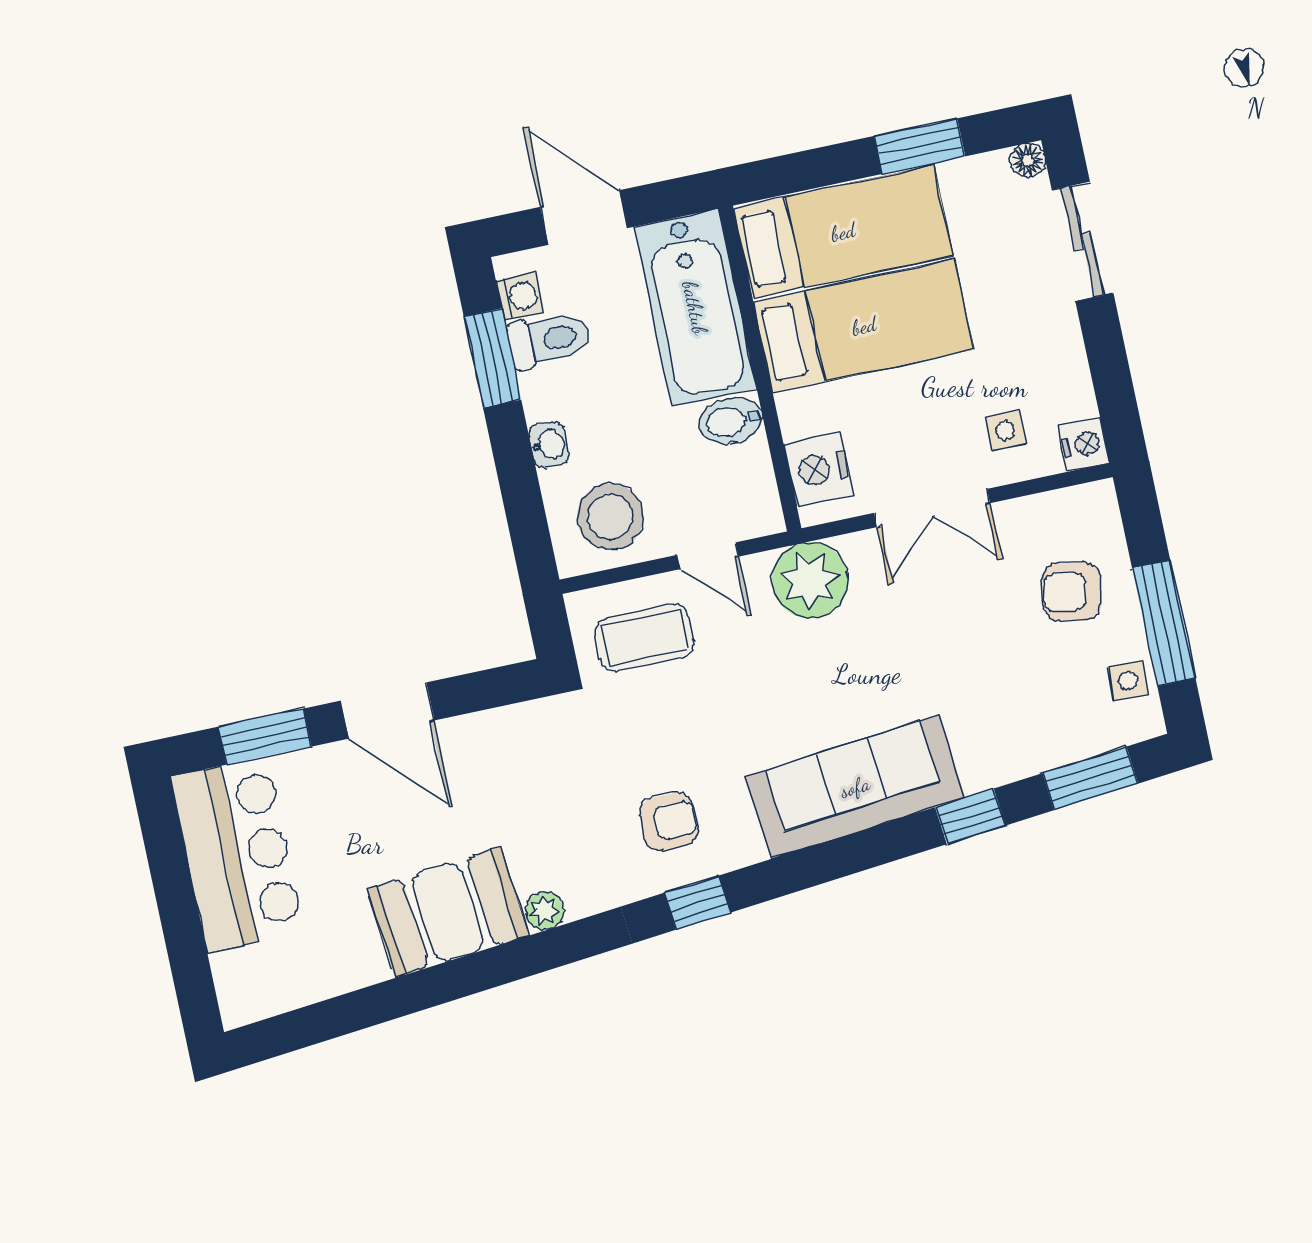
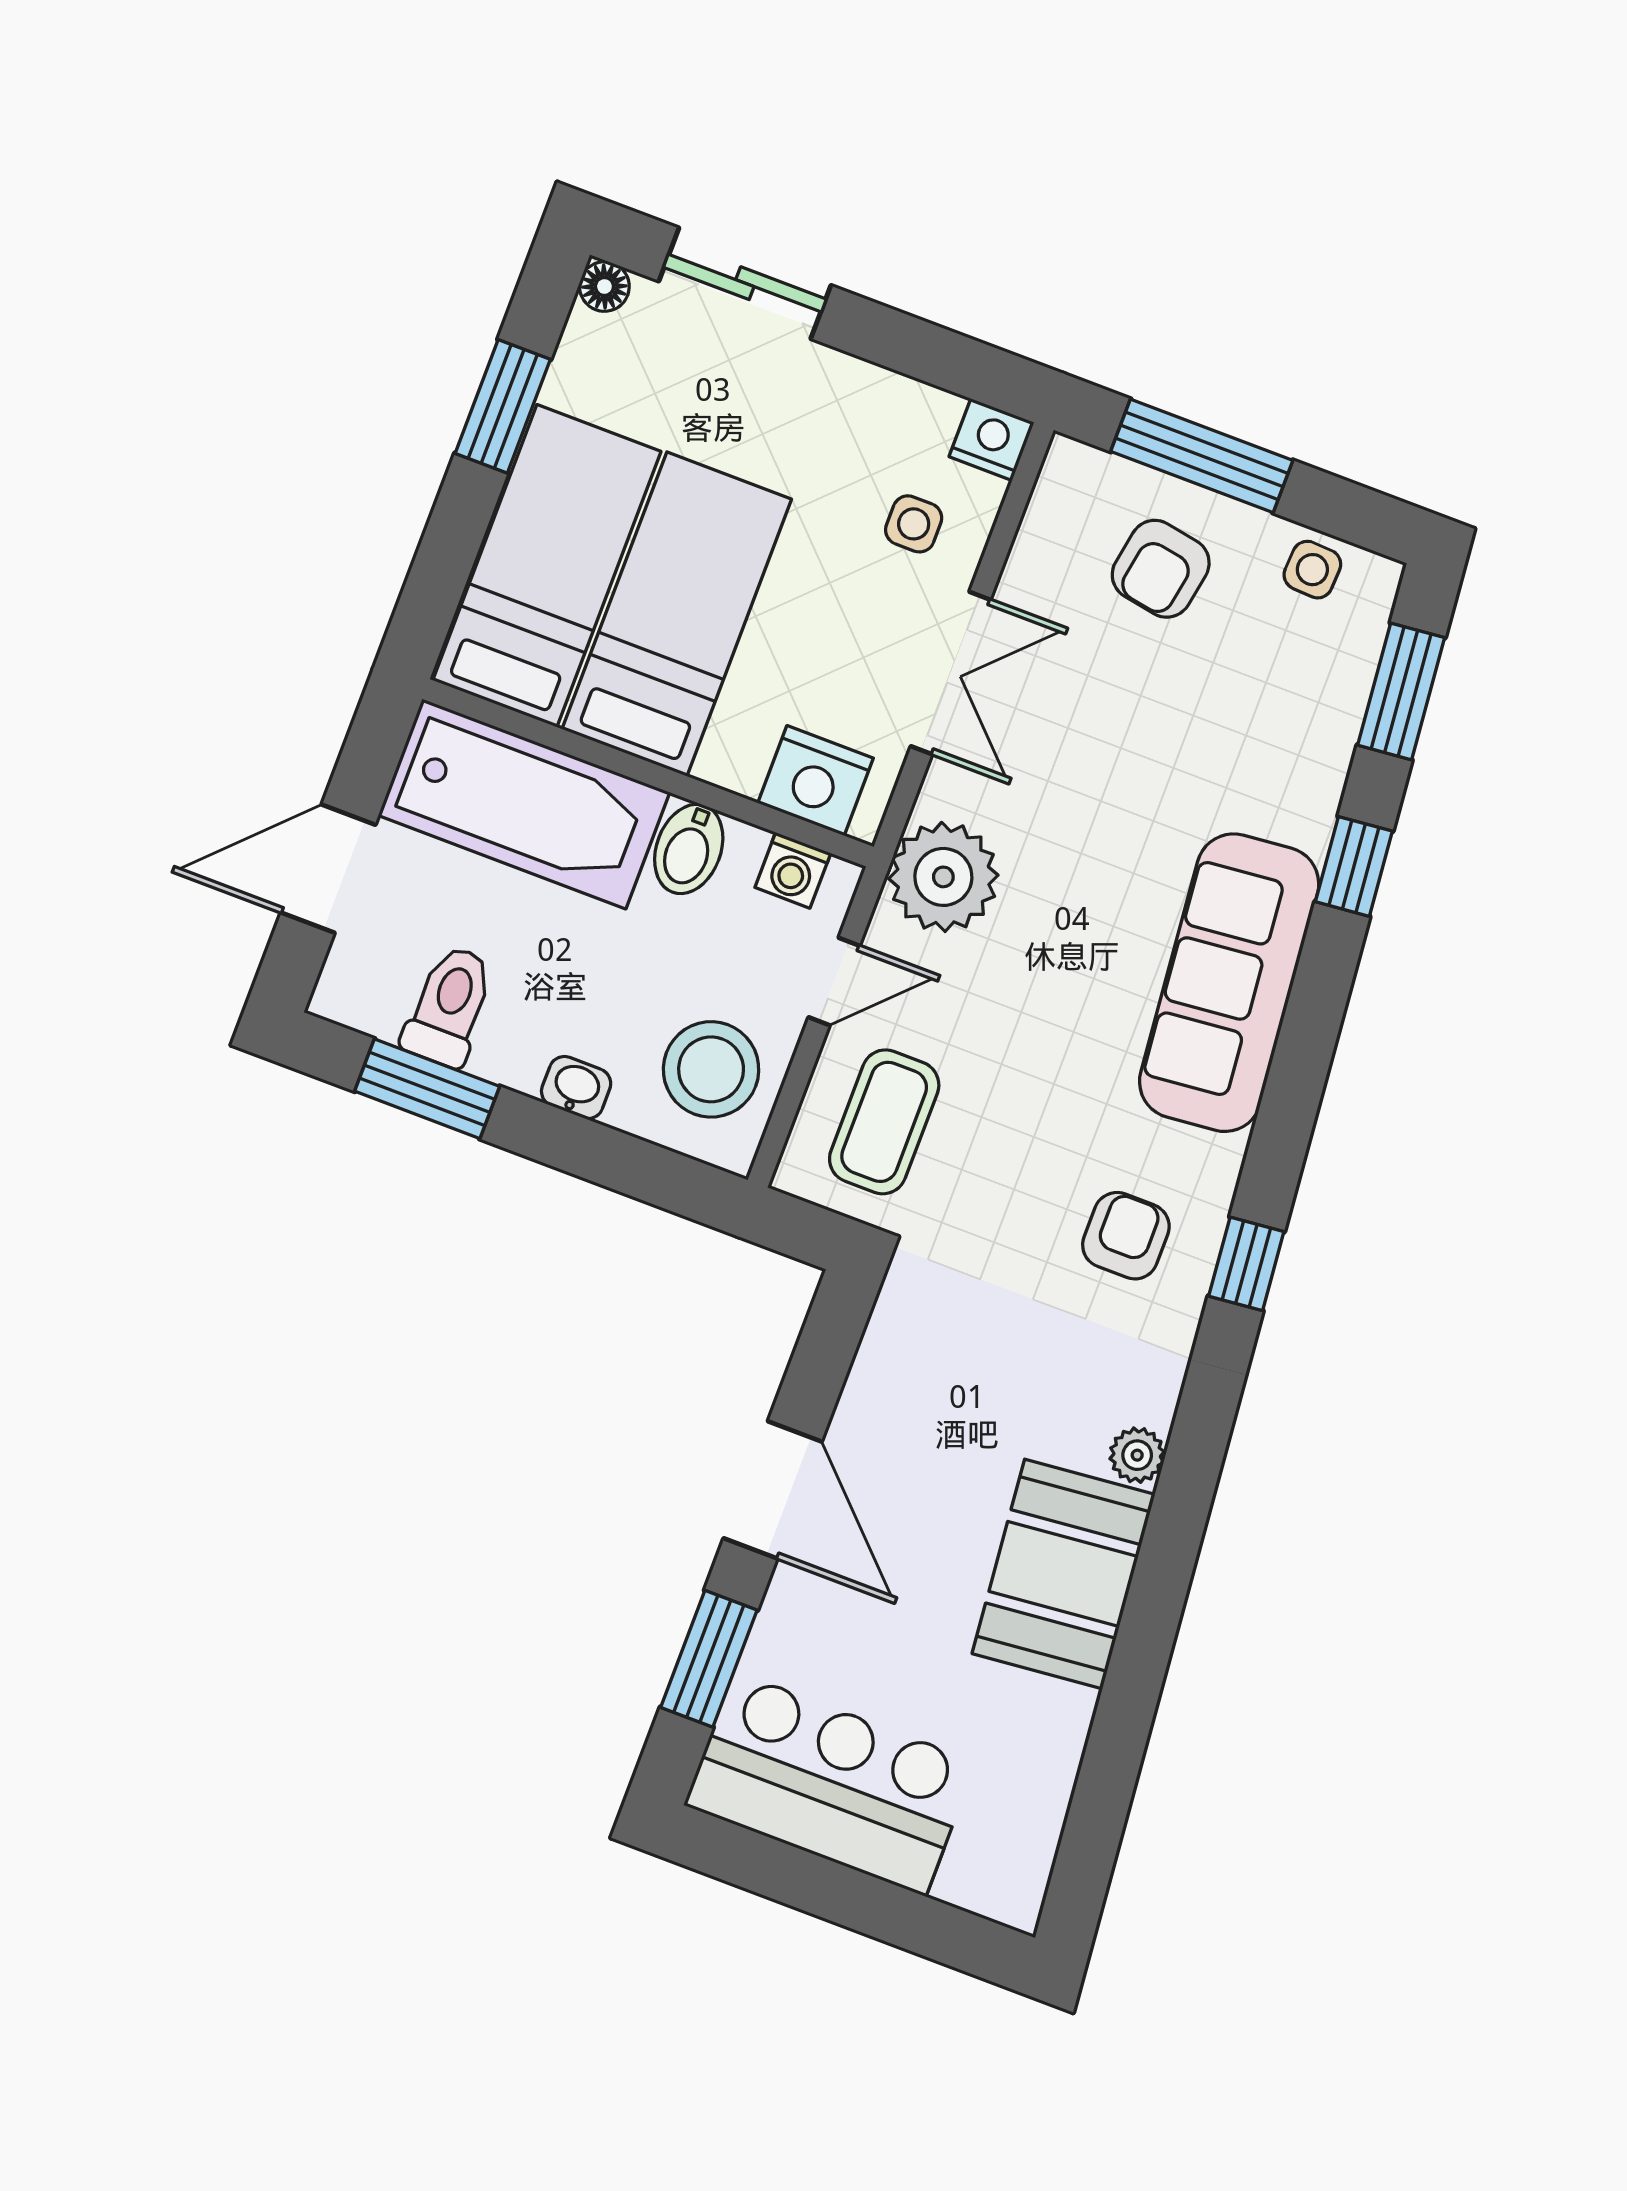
washing machine: (520, 296) -> (793, 870), moved, turned 180
window: (1164, 623) -> (1202, 456), moved
door: (388, 711) -> (773, 1490), hinge flipped

